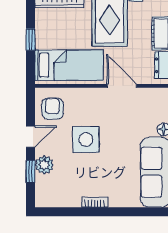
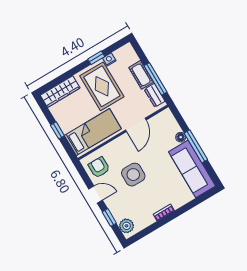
door: (122, 86) -> (136, 125), swing flipped
door: (31, 137) -> (96, 194), hinge flipped
plant: (44, 165) -> (127, 226), moved

